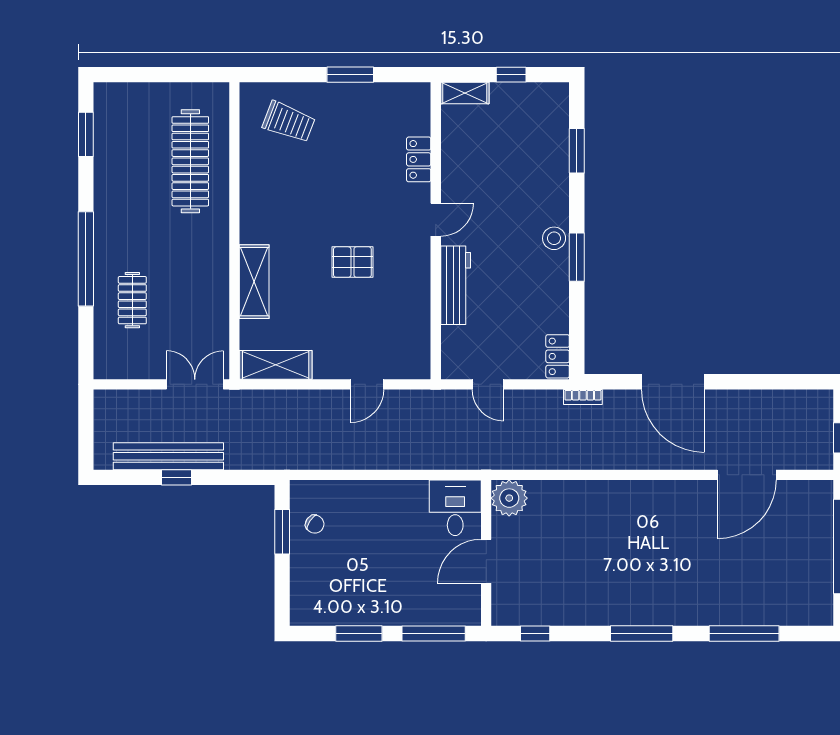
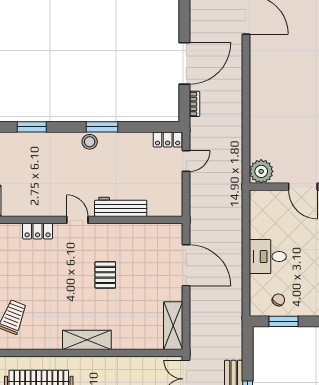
shelving: (254, 282) -> (87, 340), moved
door: (367, 384) -> (186, 265), width x1.88
door: (488, 384) -> (186, 161), moved
bookcase: (583, 397) -> (194, 104), moved
desk: (455, 508) -> (268, 257), moved

